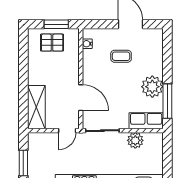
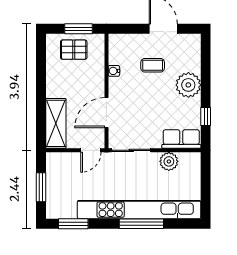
water cooler: (87, 44) -> (114, 71), moved
plant: (152, 87) -> (188, 85), moved
door: (81, 98) -> (106, 113), swing flipped
window: (167, 101) -> (206, 116), width x0.46

